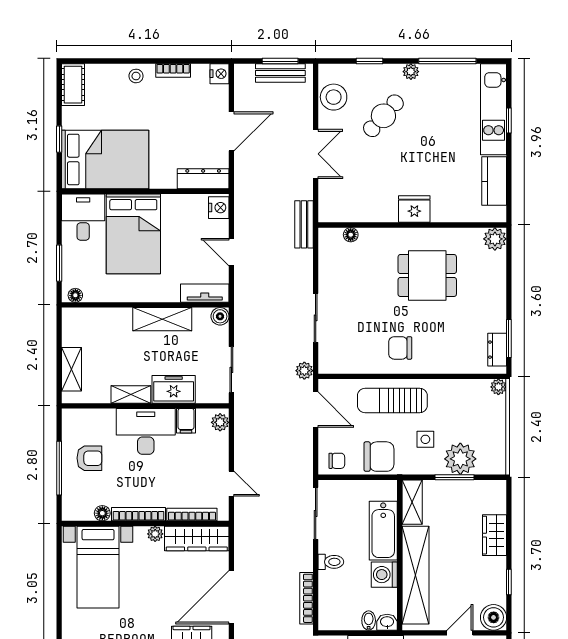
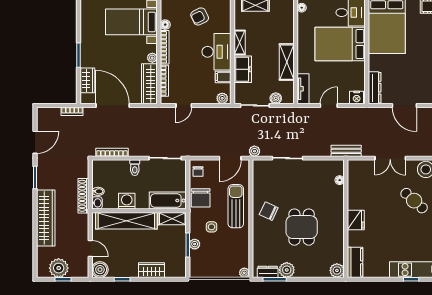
kitchen counter: (494, 181) -> (355, 262), moved, turned 90
dining table: (427, 276) -> (302, 227), moved
boiler: (220, 316) -> (276, 98), moved
plant: (494, 319) -> (287, 270), added
chair: (400, 348) -> (269, 211), turned -65
armchair: (89, 458) -> (200, 16), turned 64
plant: (460, 459) -> (195, 244), width x0.53, depth x0.53
bathtub: (383, 531) -> (168, 200), moved

